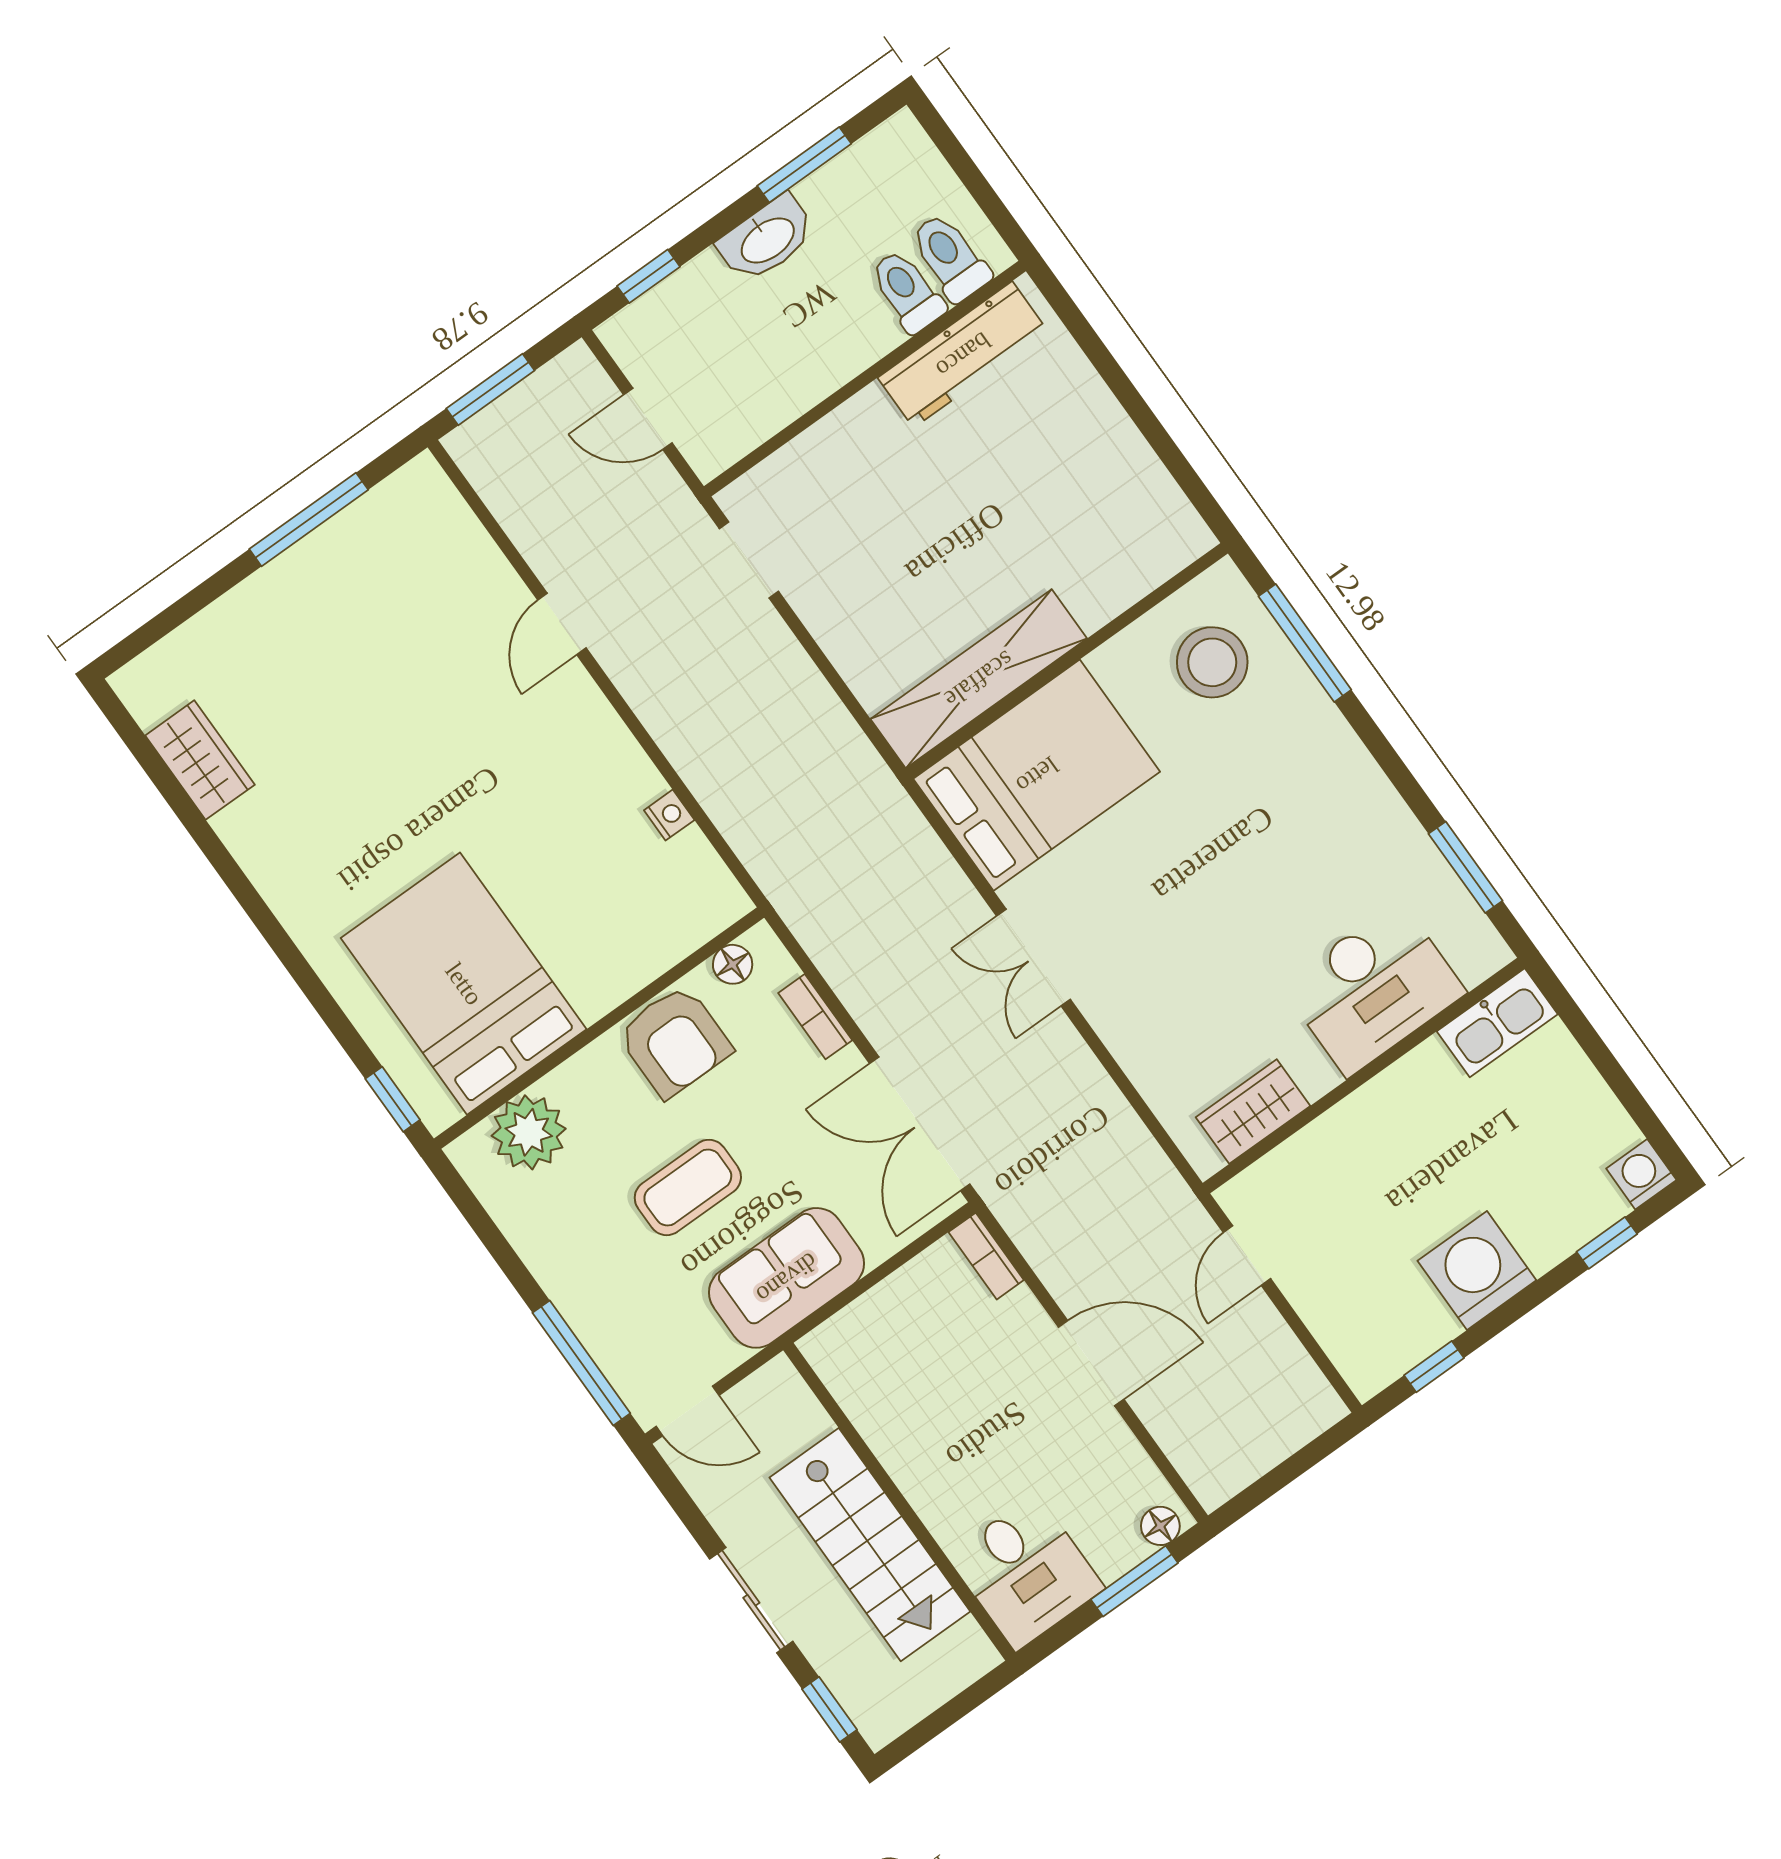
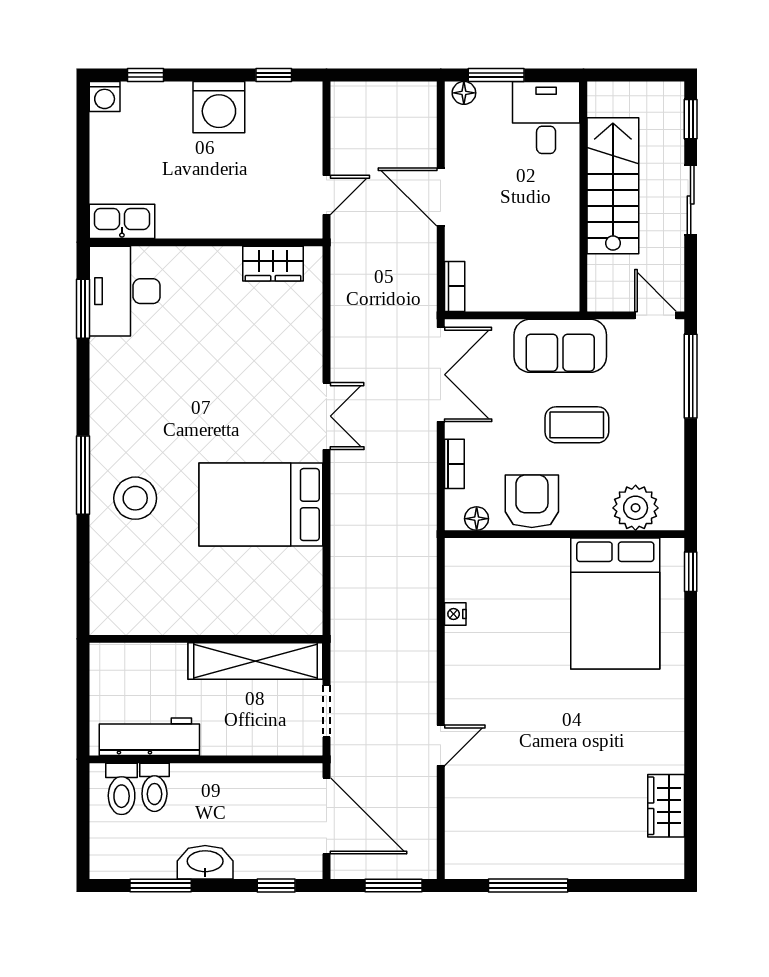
door: (648, 419) -> (327, 816), width x1.88
wall: (1067, 661) -> (206, 639), moved
shelving: (979, 679) -> (255, 661), moved
desk: (1373, 989) -> (125, 291), moved, turned -90

